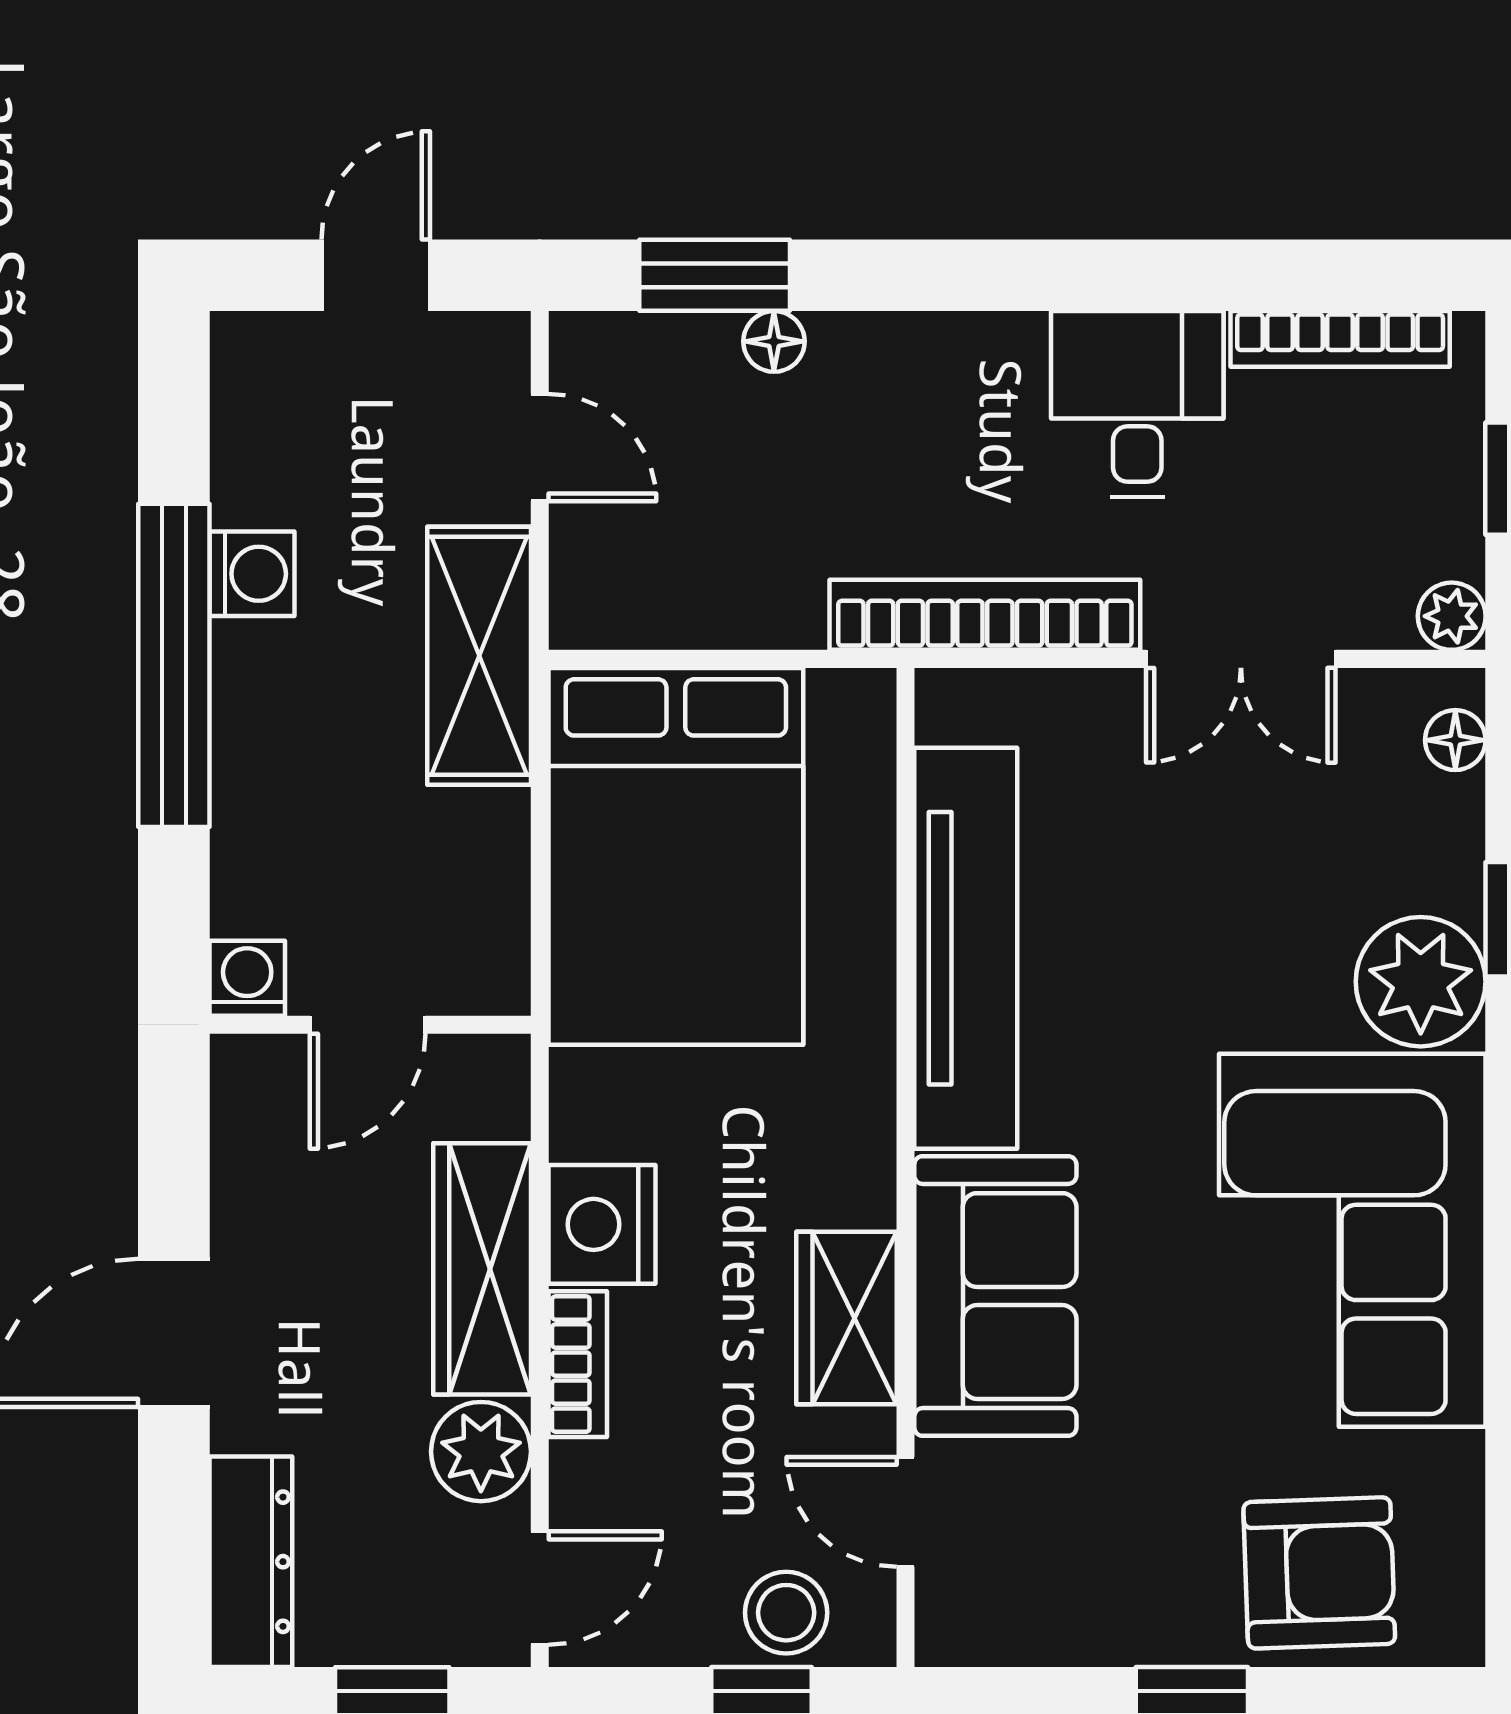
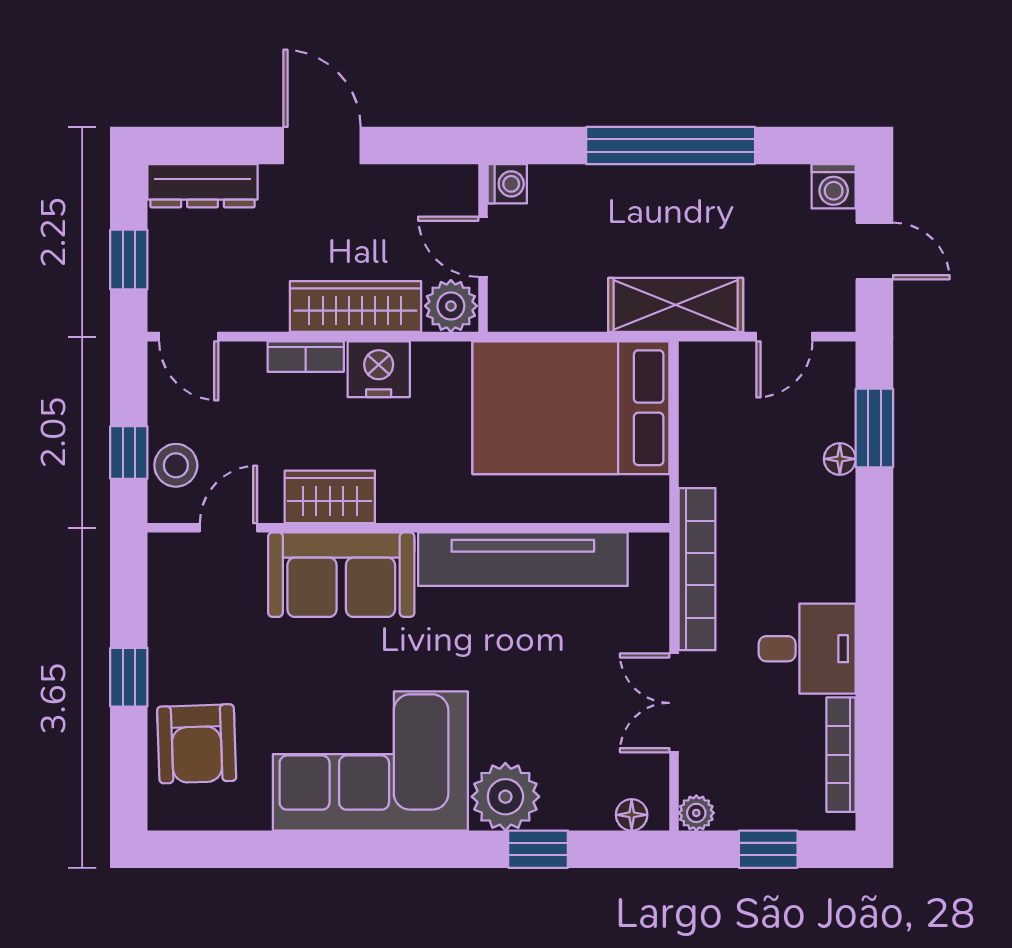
washing machine: (252, 574) -> (834, 186), moved
plant: (481, 1452) -> (451, 306), moved

